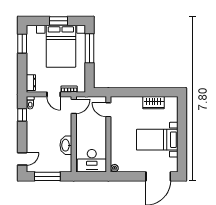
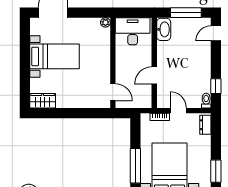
wardrobe: (154, 103) -> (43, 101), moved
door: (74, 106) -> (154, 75), moved
washbasin: (66, 145) -> (164, 29), moved

